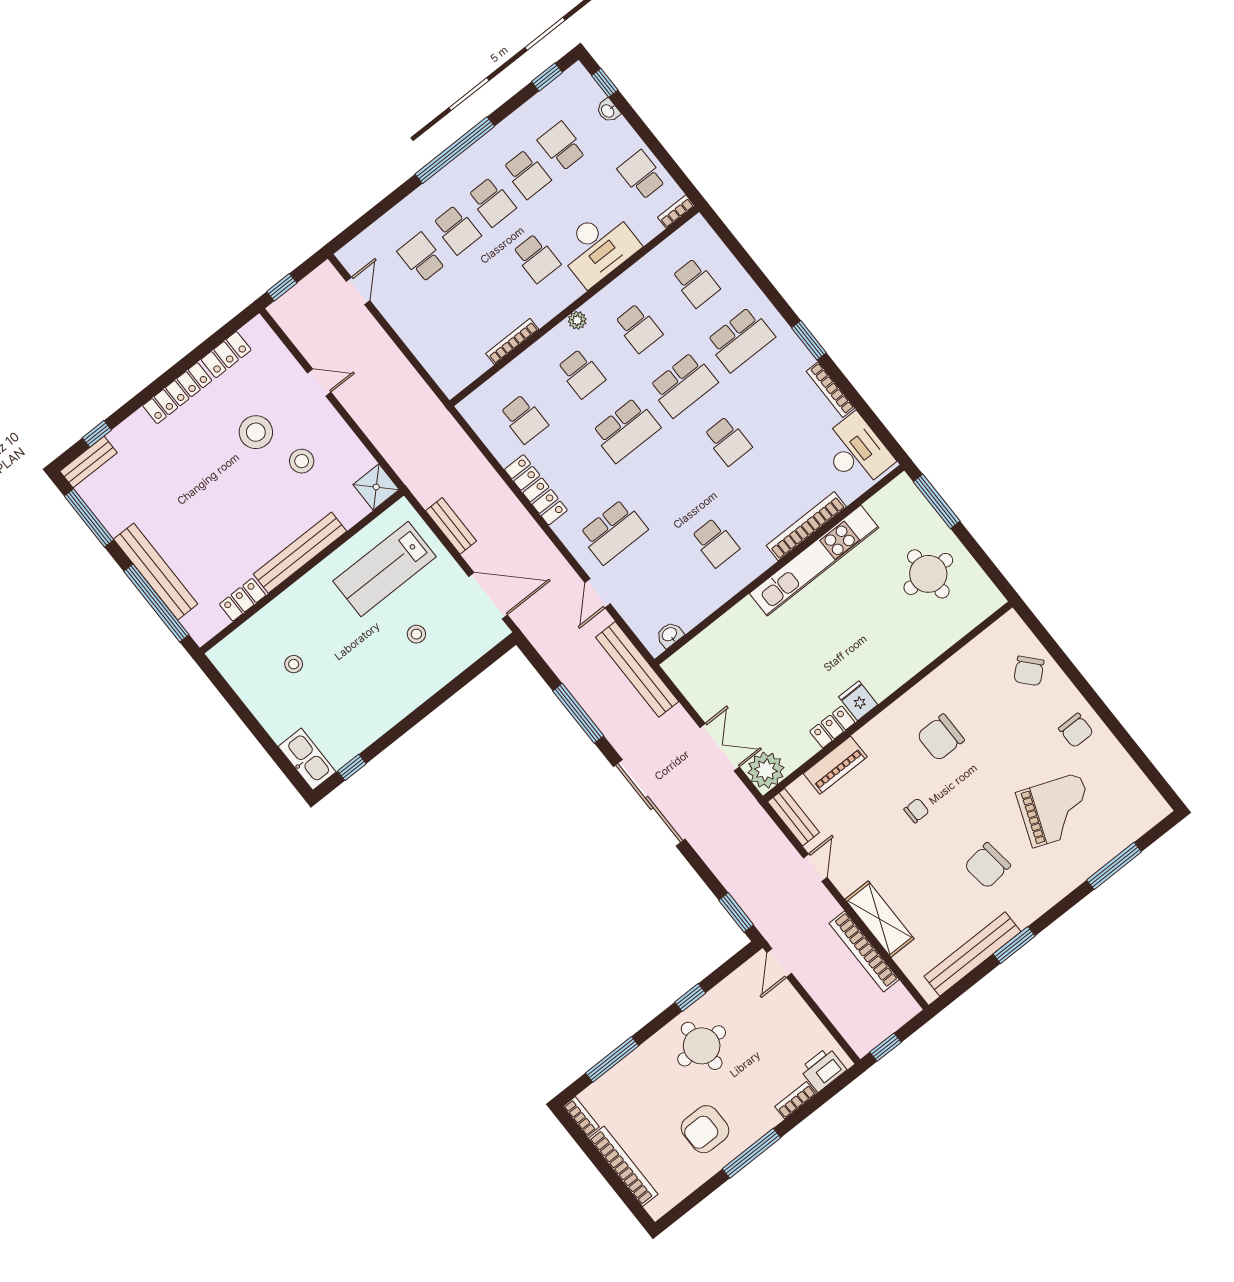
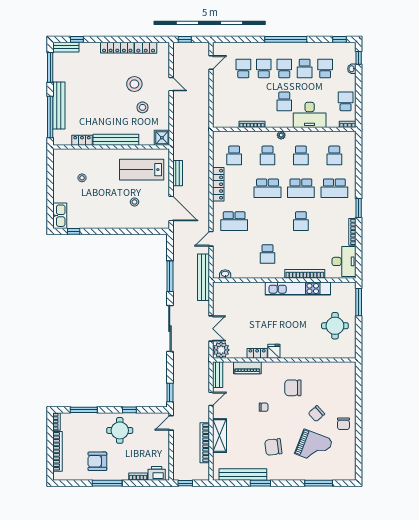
school desk: (492, 202) -> (284, 68), turned 180
school desk: (457, 230) -> (264, 68), turned 180
chair: (1029, 671) -> (316, 414), moved

